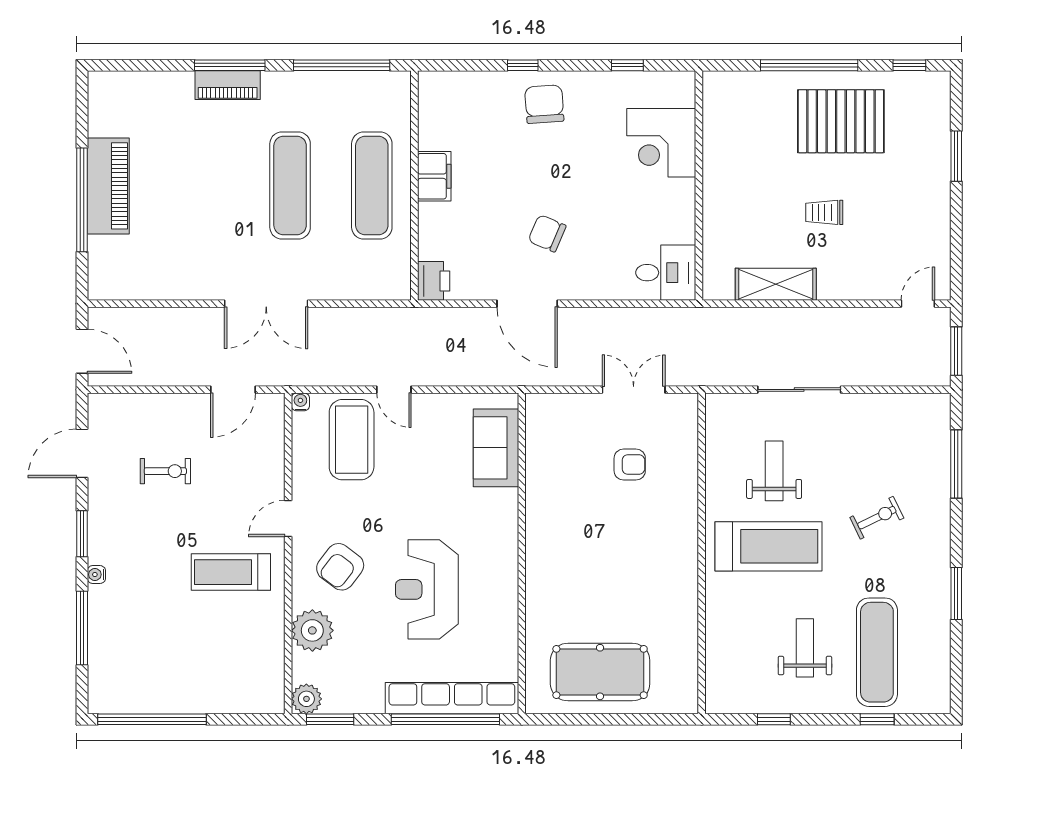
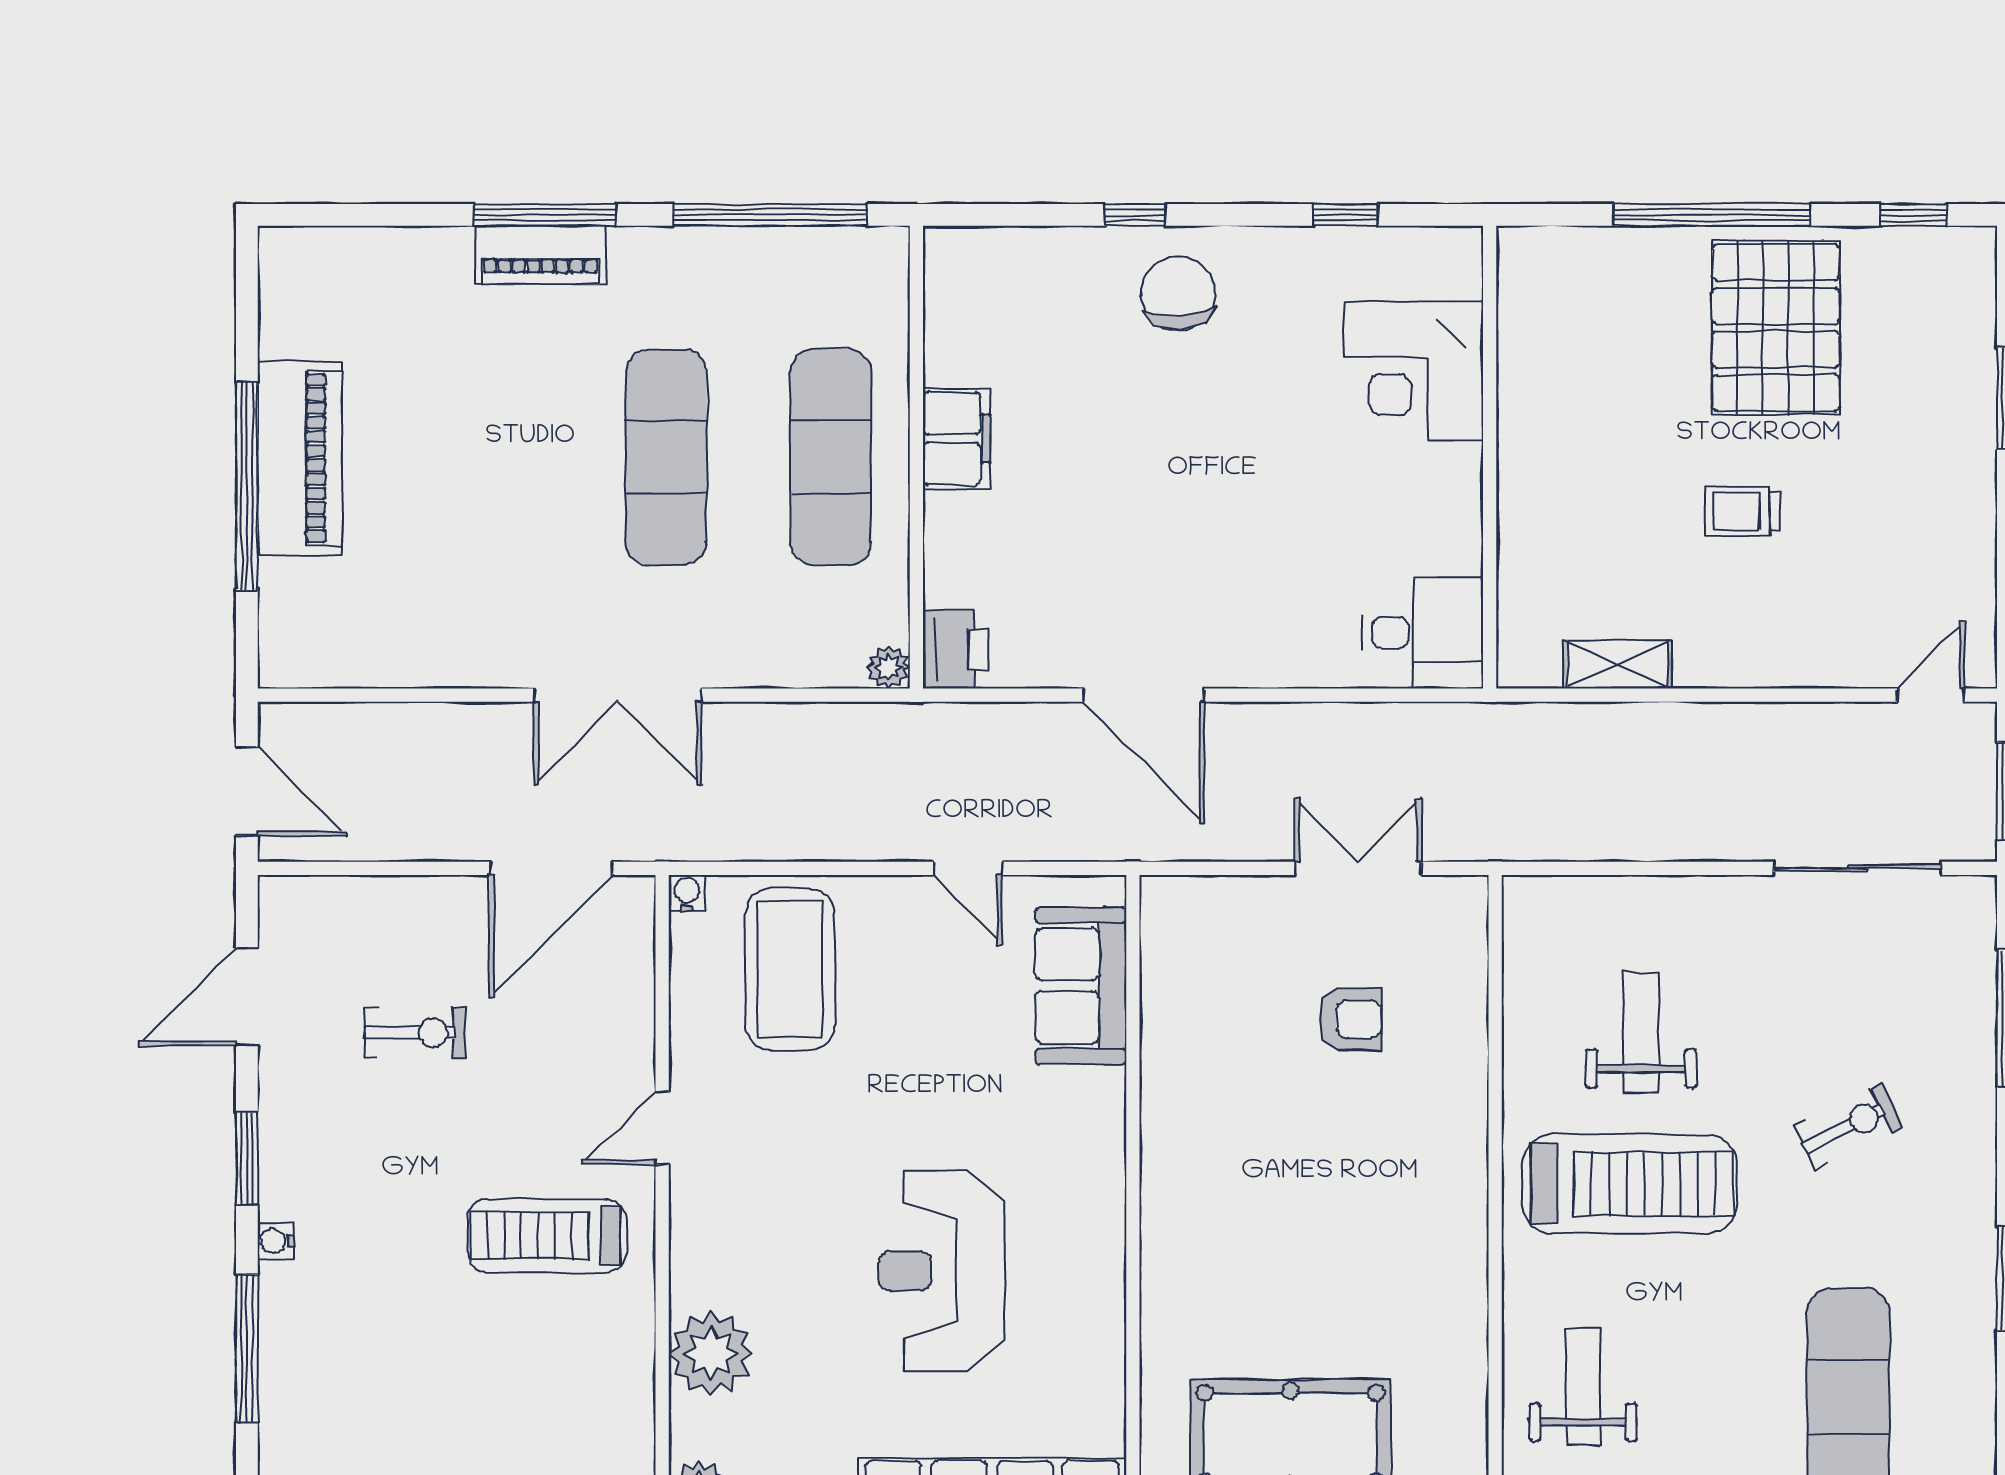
pallet: (841, 121) -> (1776, 328), turned 90
chair: (547, 233) -> (1184, 553), removed
shelving: (776, 284) -> (1617, 664), width x0.67, depth x0.75
plant: (401, 290) -> (889, 667), added
door: (233, 390) -> (551, 868), width x1.36
door: (394, 390) -> (968, 868), moved
sliding door: (799, 390) -> (1857, 868), moved
armchair: (340, 567) -> (767, 1225), removed
weight bench: (805, 648) -> (1583, 1387), moved

